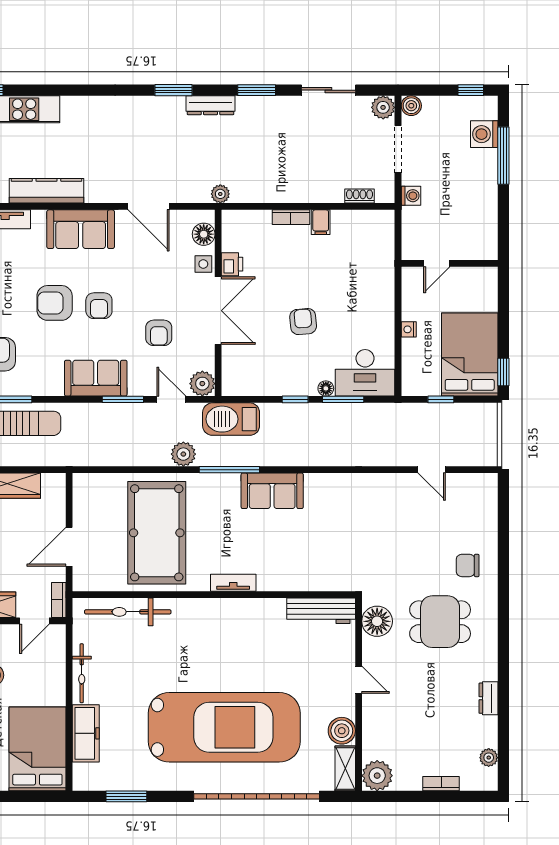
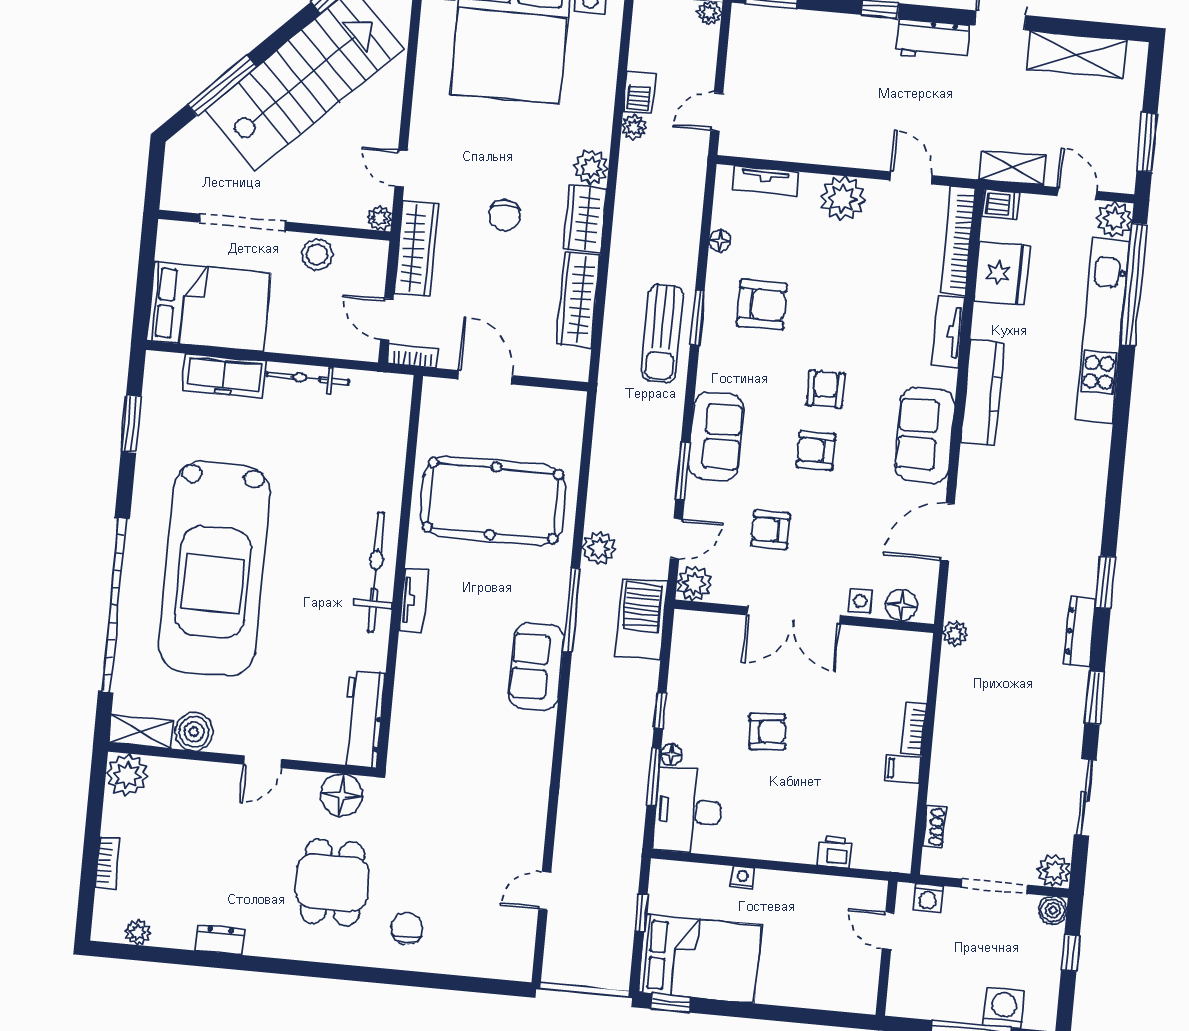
window: (471, 90) -> (1070, 953), moved
door: (437, 263) -> (888, 931), moved
wall: (450, 263) -> (887, 948), moved
printer: (232, 264) -> (834, 852), moved, turned 180
armchair: (55, 303) -> (826, 389), width x0.72, depth x0.72
bicycle: (128, 612) -> (376, 572), moved

